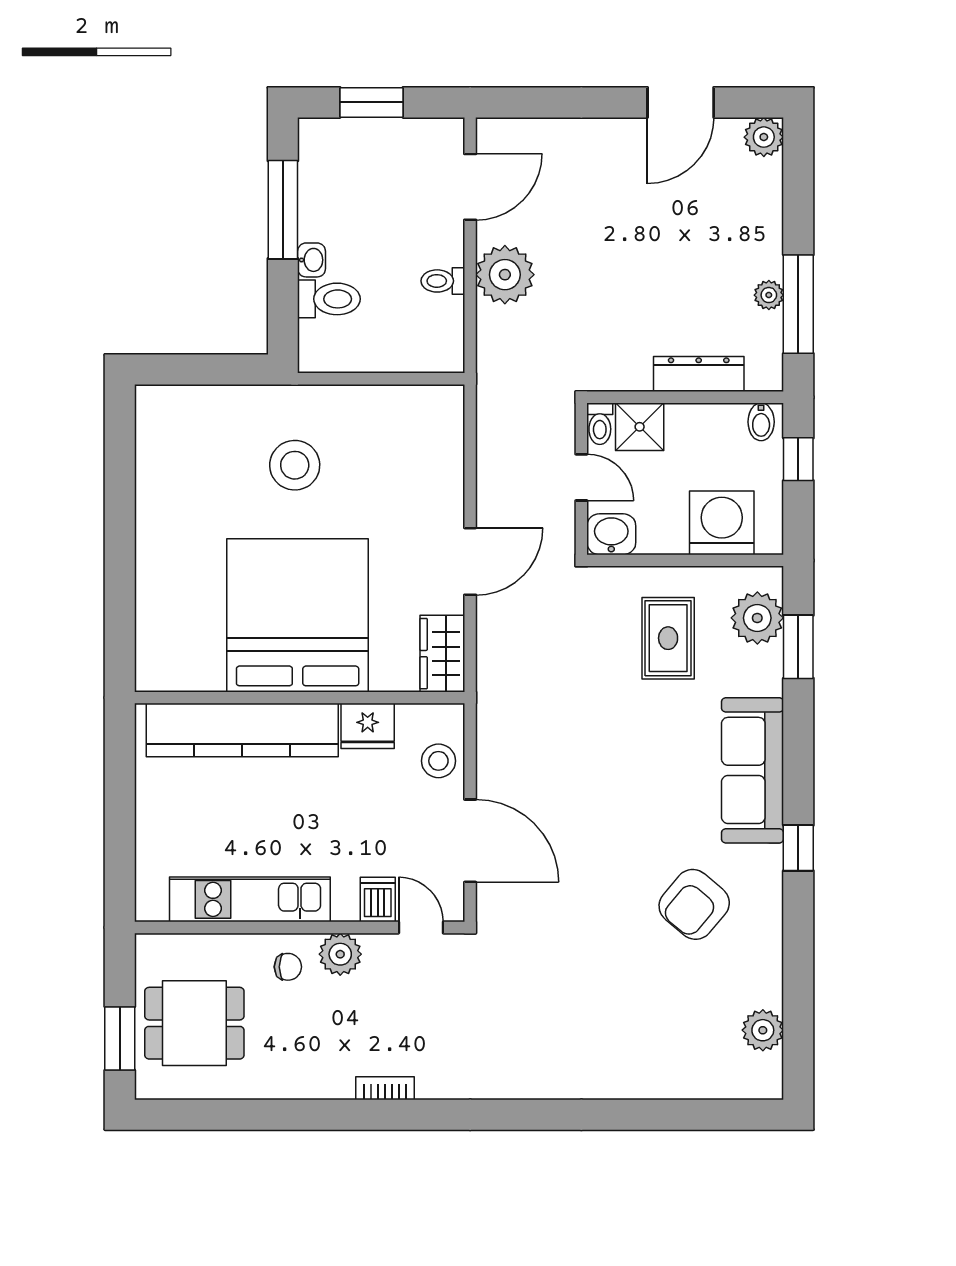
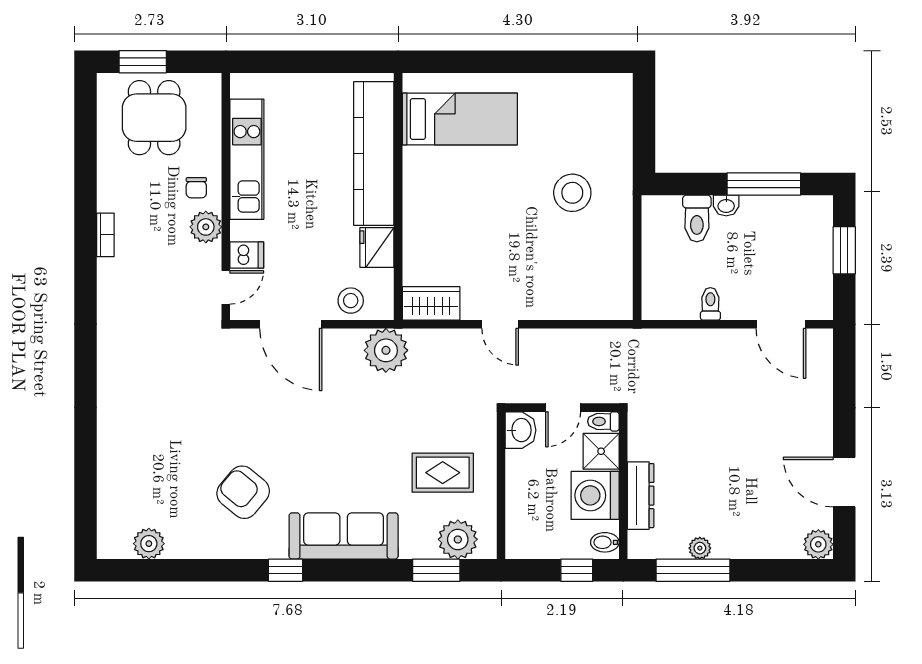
plant: (505, 275) -> (386, 350), moved
washing machine: (722, 523) -> (595, 495), moved, turned 180
door: (470, 561) -> (500, 324), width x0.73
bed: (298, 615) -> (460, 119), moved, width x0.49
door: (470, 841) -> (291, 324), hinge flipped
bookcase: (385, 1088) -> (105, 235), moved

